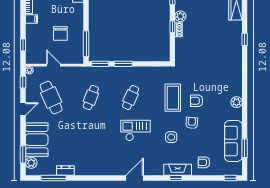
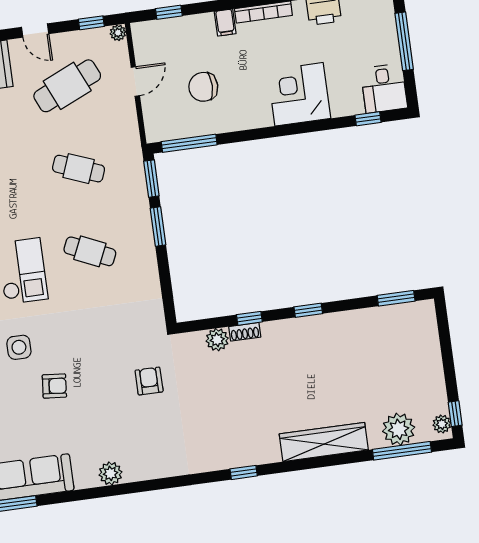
plant: (180, 16) -> (217, 340), moved
coffee table: (173, 98) -> (102, 339), removed
armchair: (197, 101) -> (149, 381), moved

